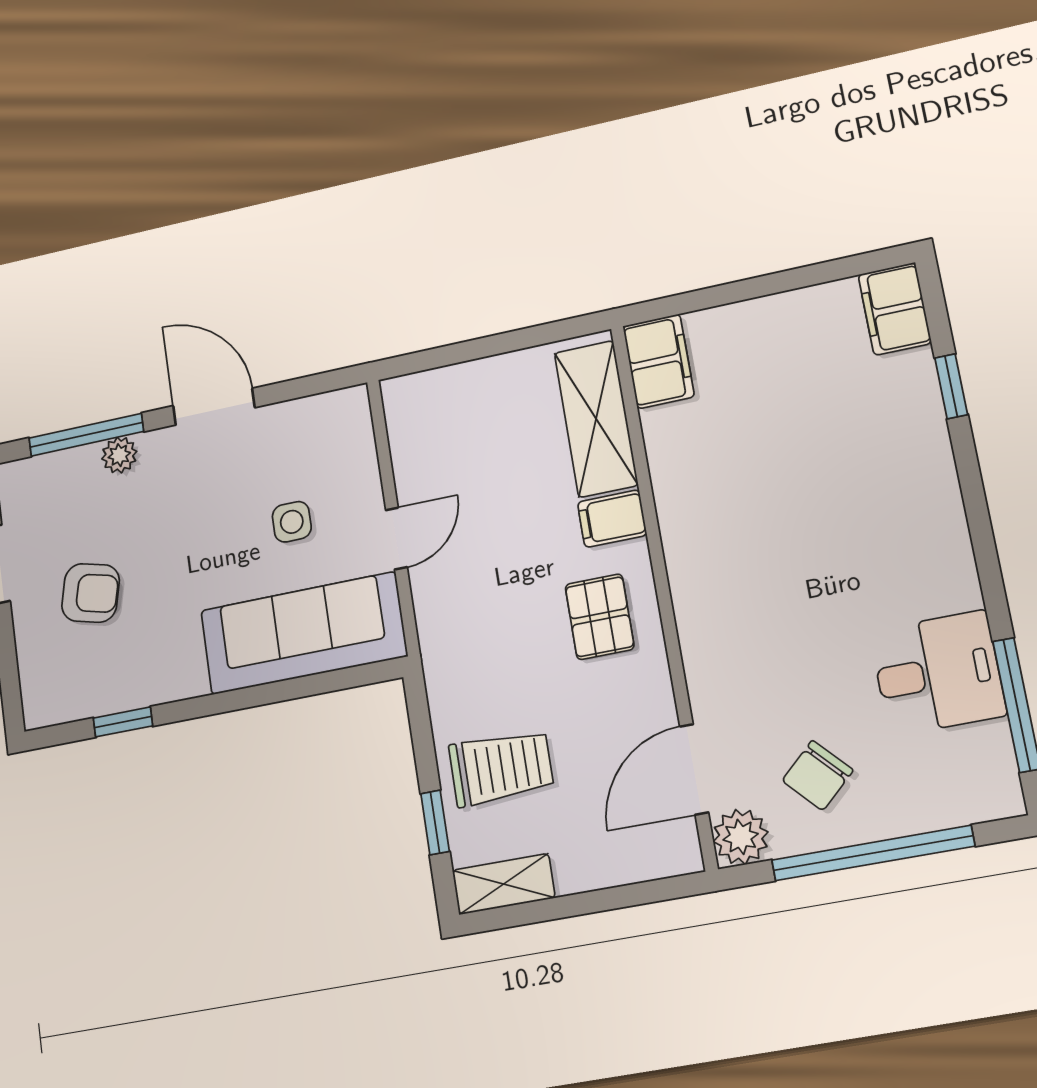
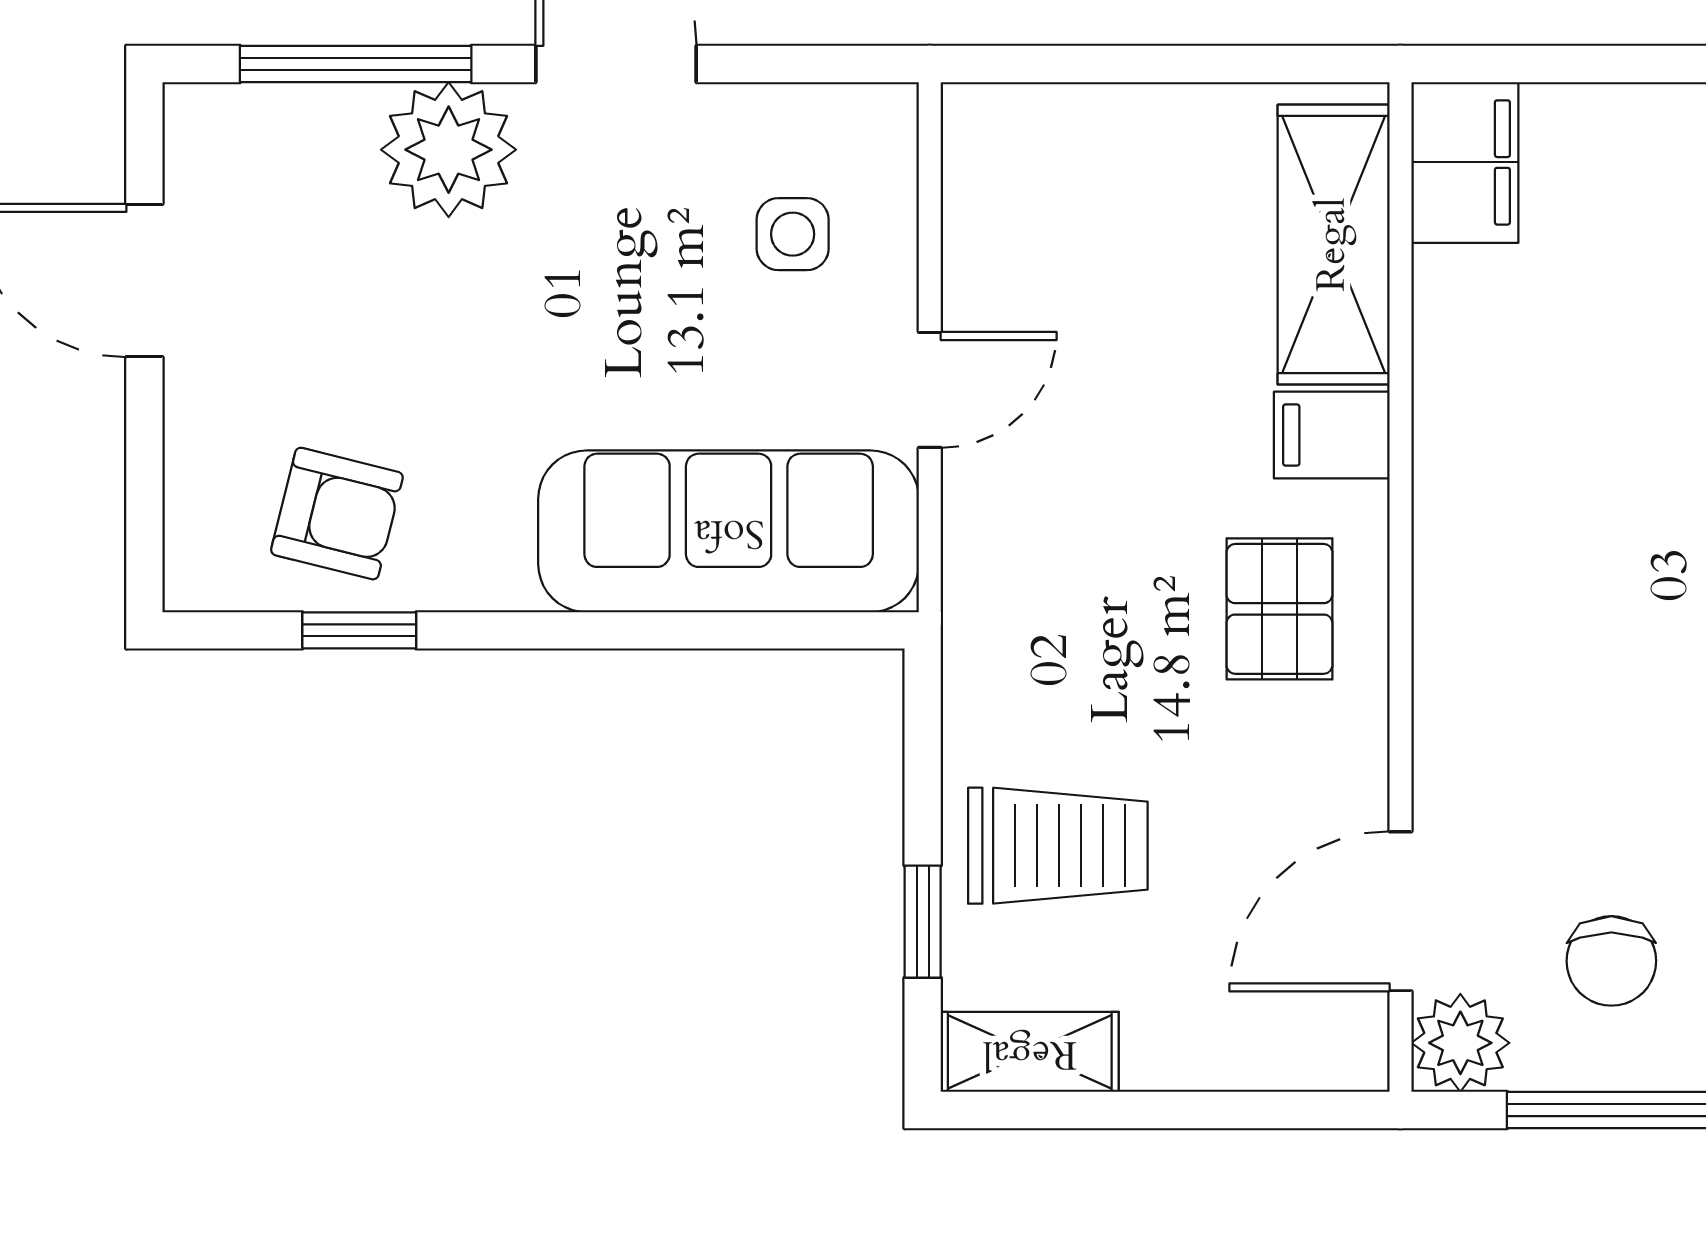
plant: (119, 455) -> (449, 150), width x1.88, depth x1.88
side table: (292, 522) -> (793, 234), moved
armchair: (91, 593) -> (337, 514), moved
chair: (818, 775) -> (1611, 961), turned -47

